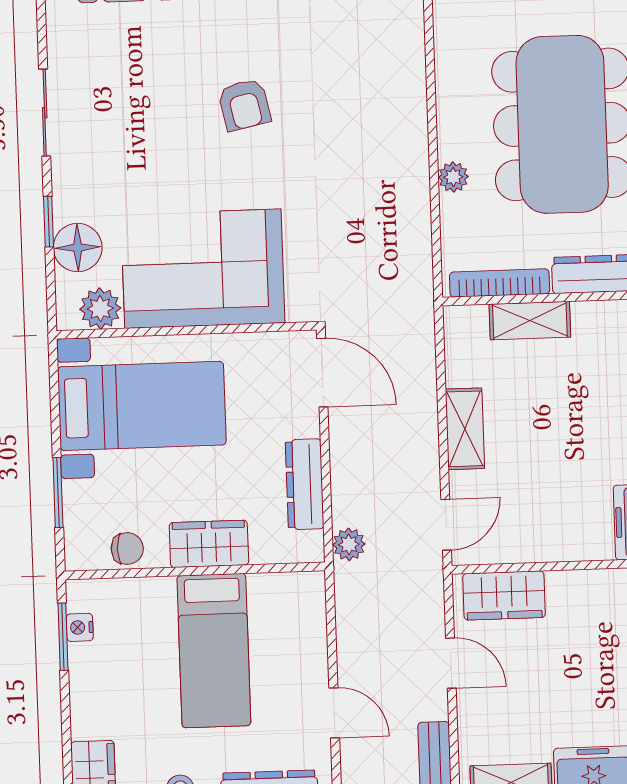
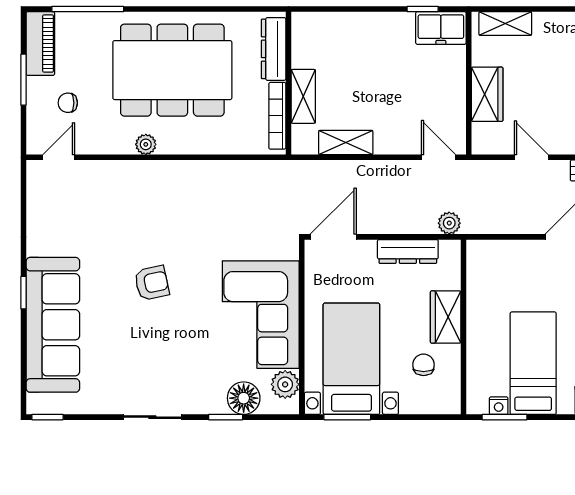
plant: (453, 177) -> (146, 144), moved
shelving: (465, 429) -> (346, 142), moved
window: (58, 492) -> (347, 417), moved
chair: (127, 549) -> (424, 365), moved
wardrobe: (504, 595) -> (487, 94), moved
bed: (214, 651) -> (533, 363), moved, turned -90
door: (451, 663) -> (531, 157), hinge flipped

